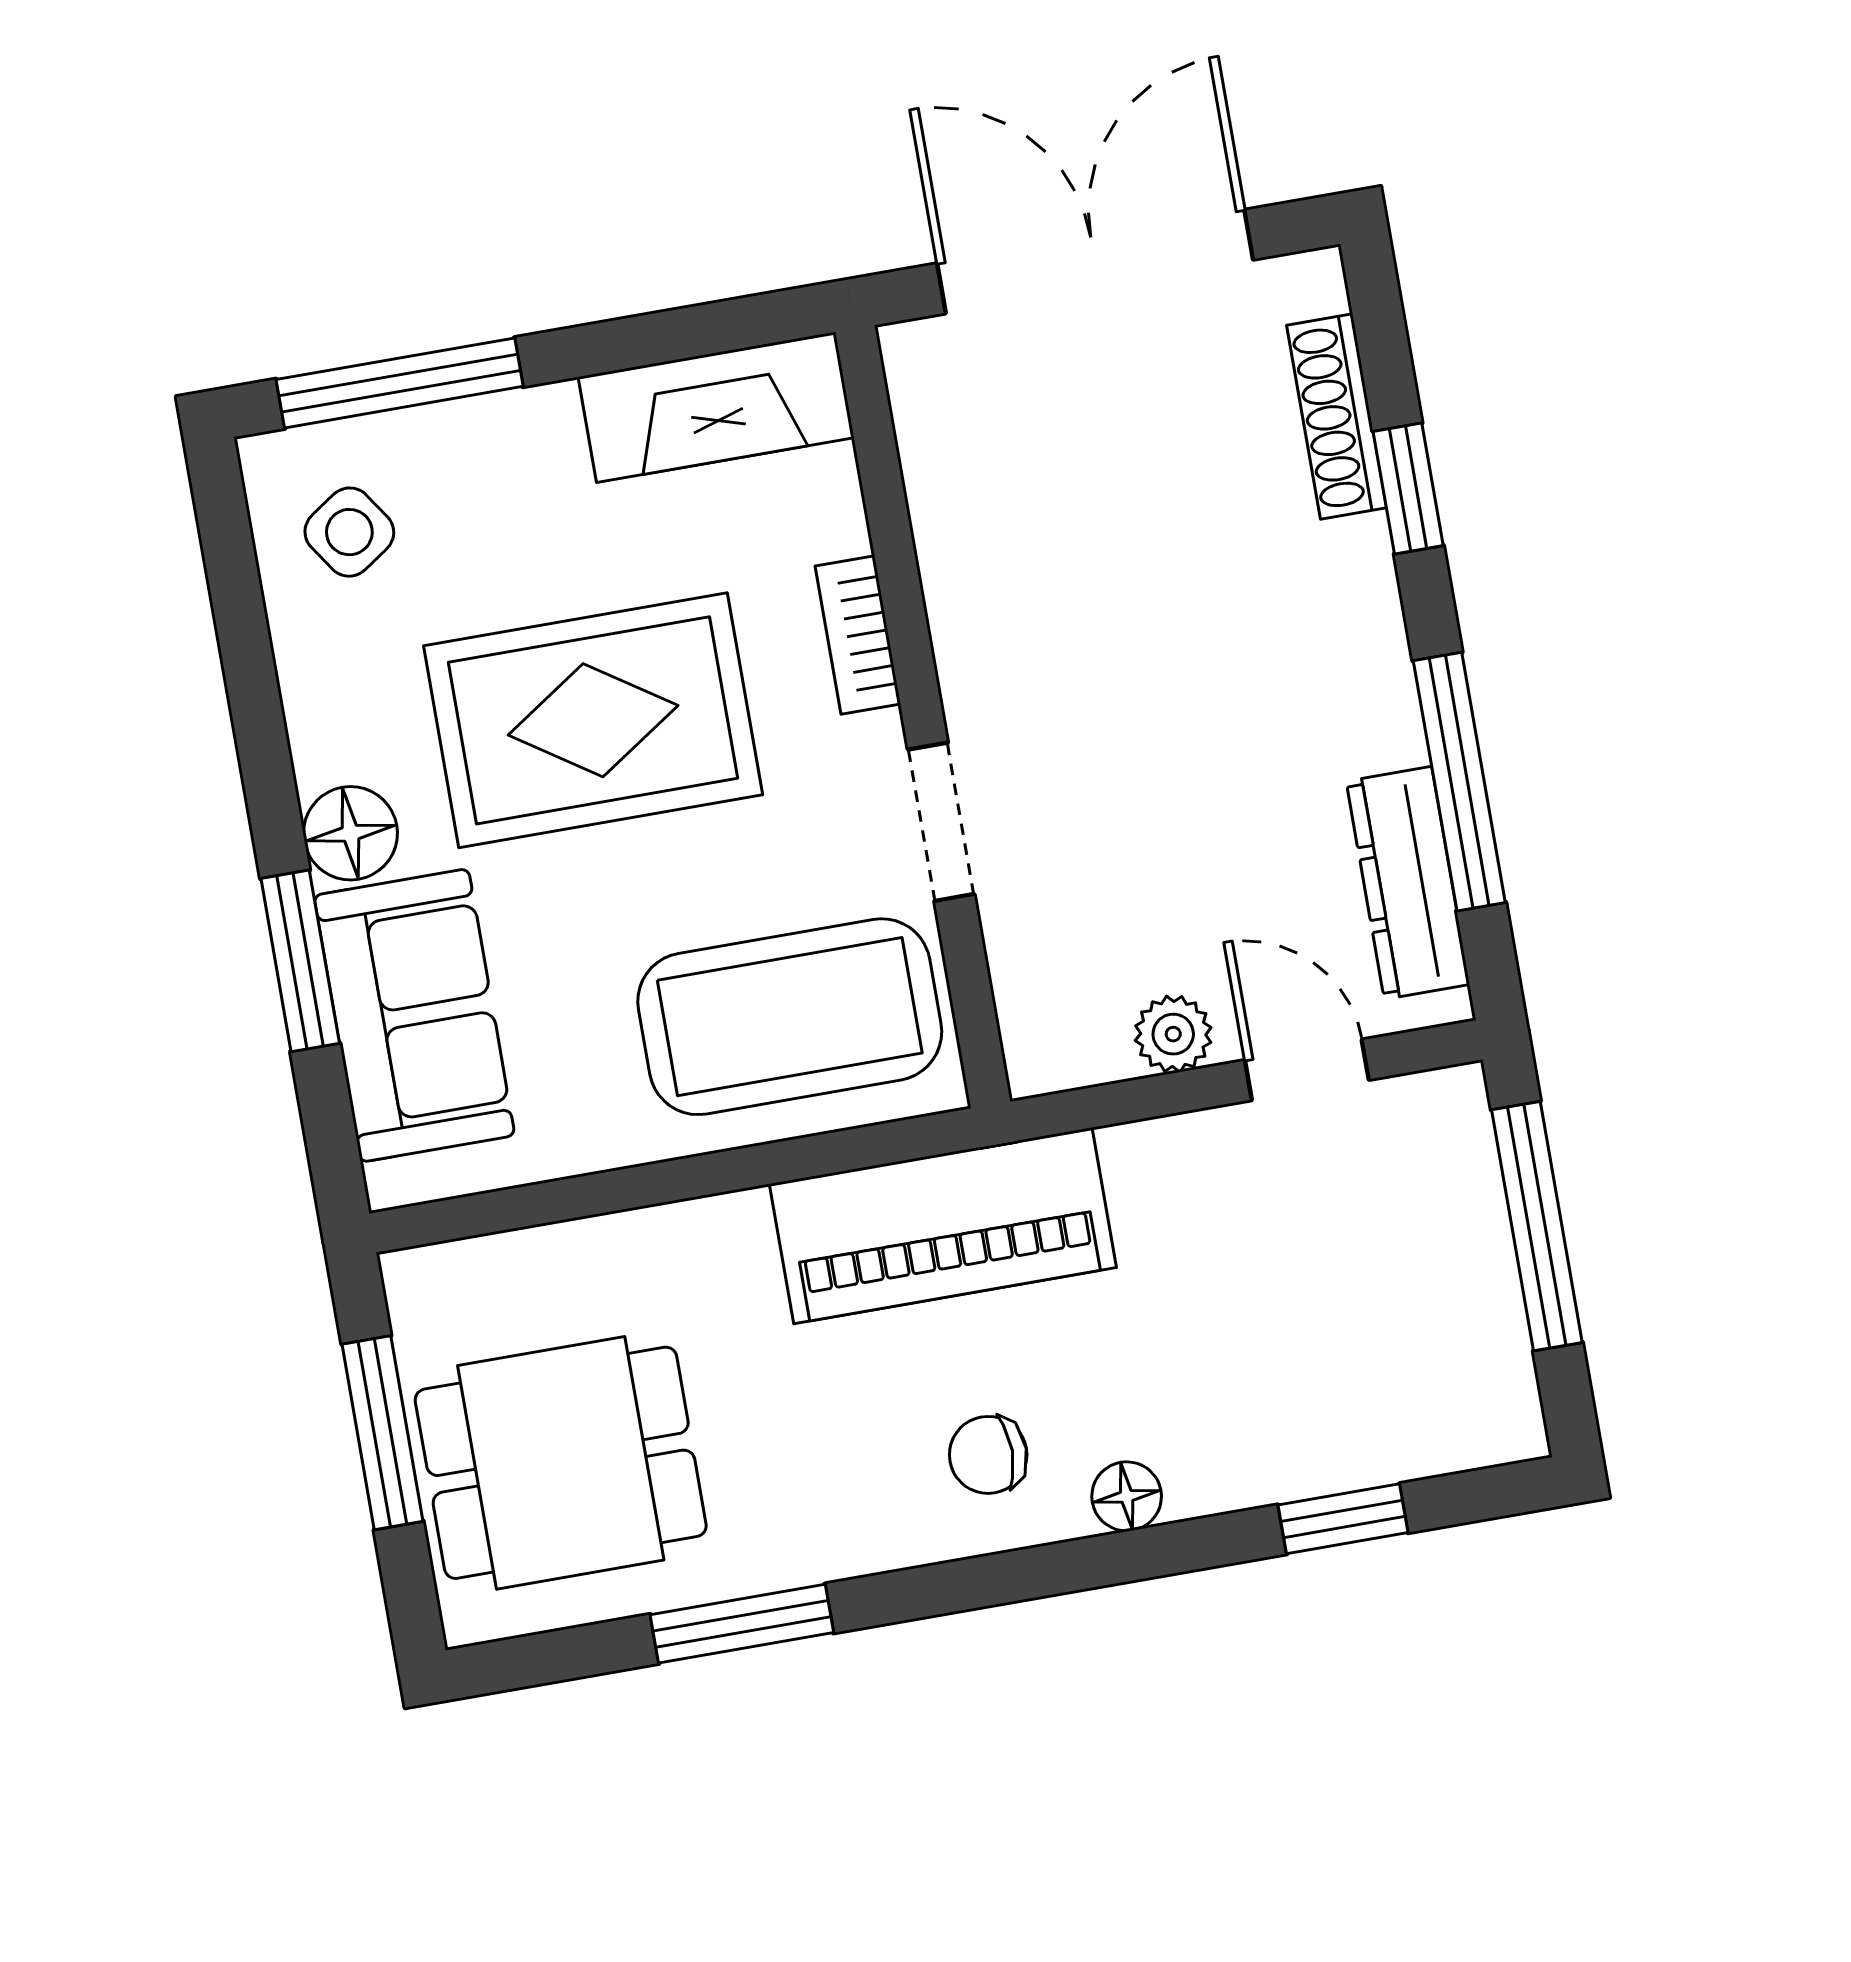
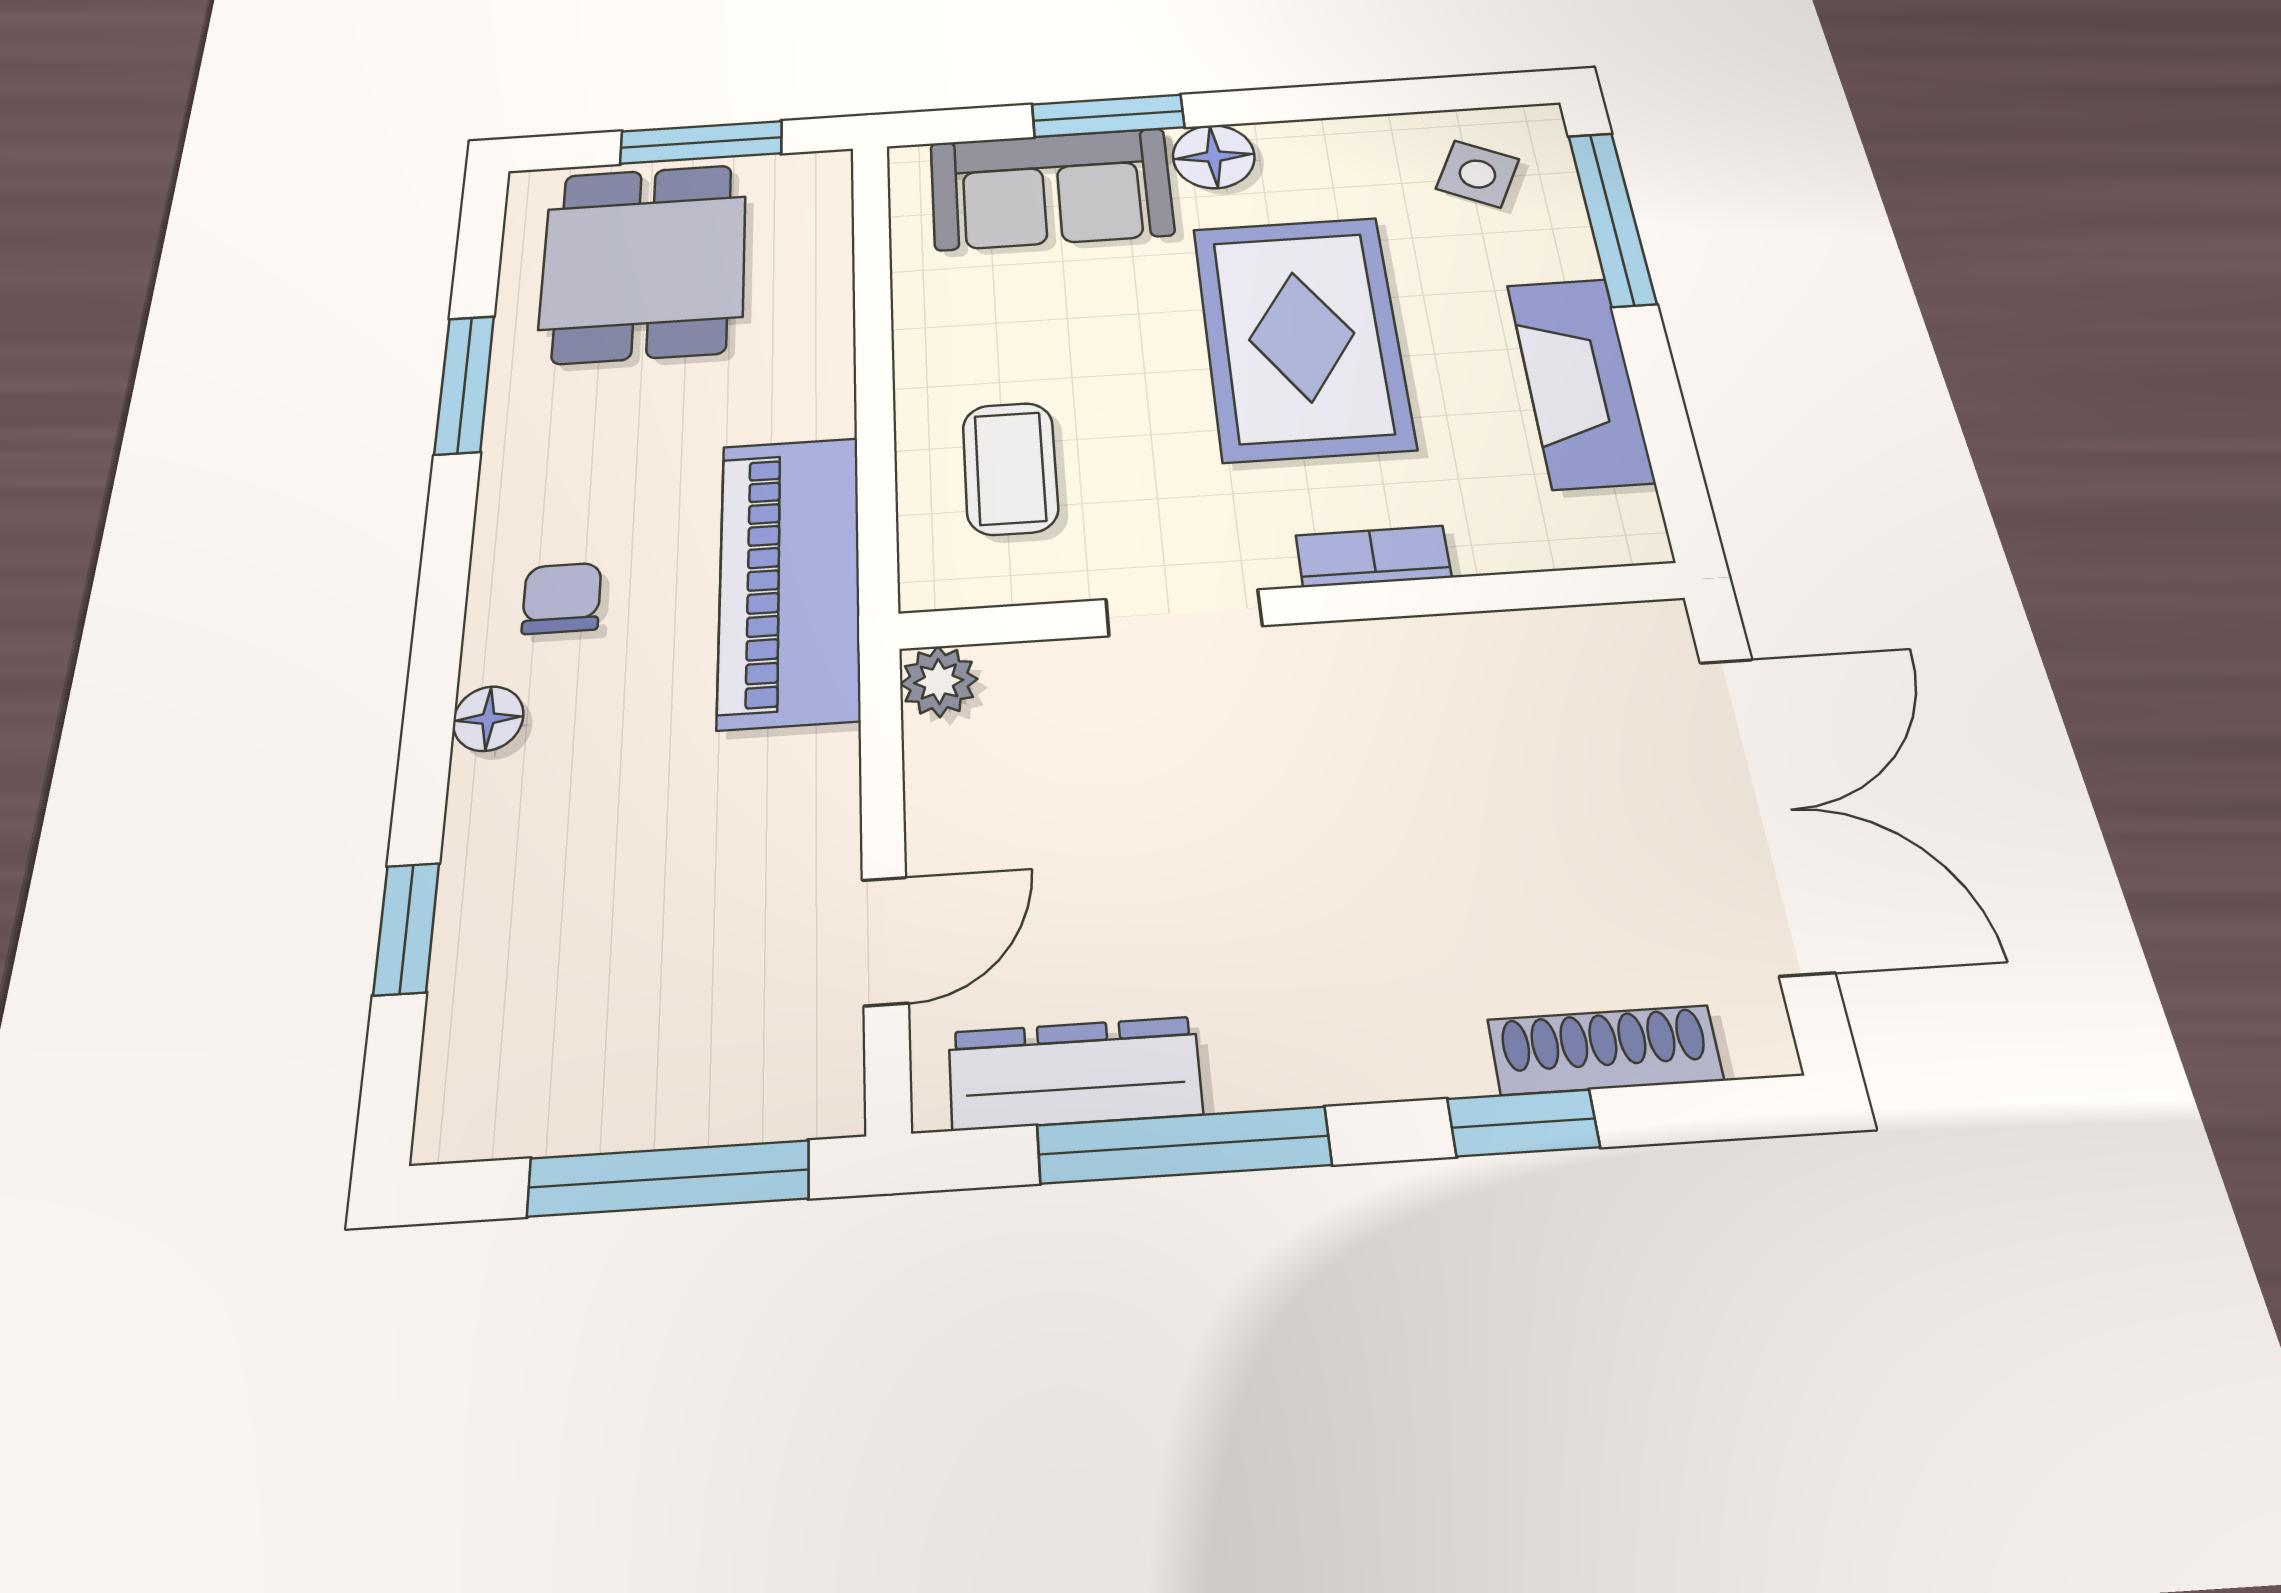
fireplace: (716, 407) -> (1579, 382), moved
side table: (349, 532) -> (1477, 174), turned -30
coffee table: (790, 1017) -> (1010, 468), width x0.54, depth x0.58
plant: (1173, 1034) -> (939, 681), moved

